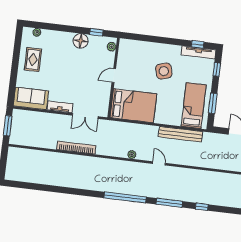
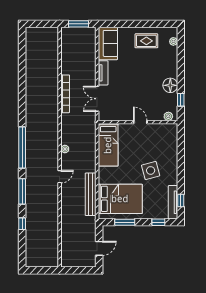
bed: (133, 106) -> (108, 145), width x0.67
bed: (194, 106) -> (120, 199), width x1.50

